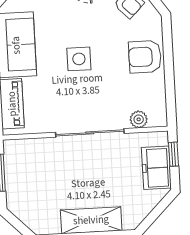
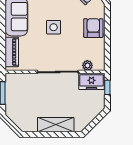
armchair: (145, 57) -> (93, 28), turned 90
freezer: (156, 168) -> (92, 81), moved, turned -90

